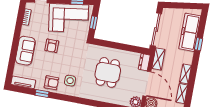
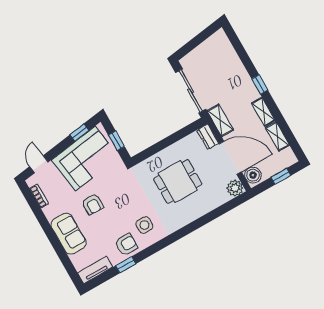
freezer: (190, 32) -> (230, 63), removed
window: (199, 44) -> (260, 84), moved
dining table: (108, 72) -> (178, 182), turned 90

